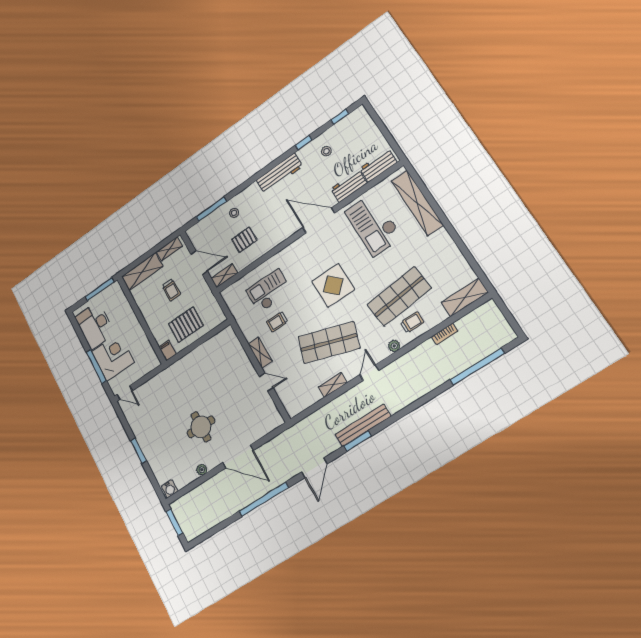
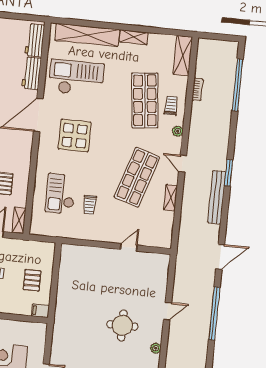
checkout: (373, 224) -> (76, 78), turned 180
display table: (333, 285) -> (75, 136), moved
pallet: (186, 325) -> (32, 280), width x0.67, depth x0.71
shelving: (260, 353) -> (134, 37), moved
window: (358, 441) -> (229, 173), moved
door: (238, 457) -> (168, 311), width x0.53
door: (314, 468) -> (220, 257), hinge flipped

